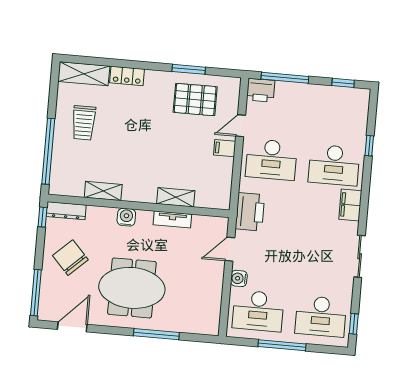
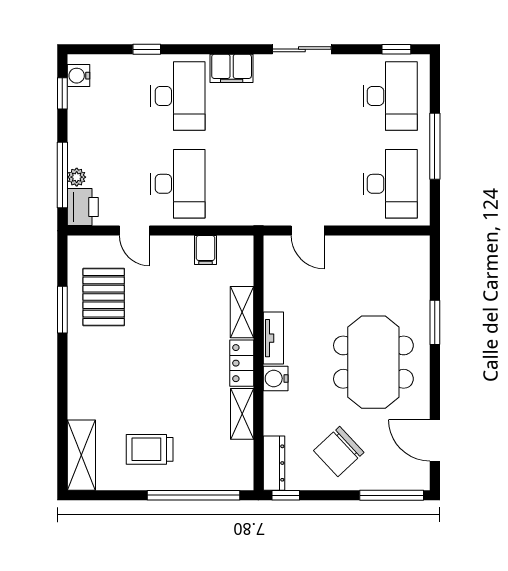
locker: (127, 76) -> (242, 363), moved, turned 180
plant: (282, 88) -> (77, 177), added
trolley: (84, 123) -> (150, 449), turned 180
filing cabinet: (225, 148) -> (206, 250), moved
printer: (250, 212) -> (253, 207), removed
tv unit: (172, 219) -> (273, 338), moved
water cooler: (239, 278) -> (78, 76), moved, turned 90
window: (156, 334) -> (435, 322), width x0.69

